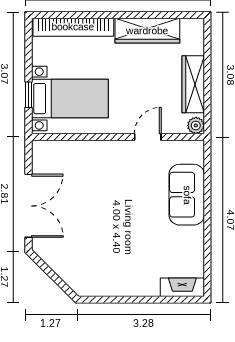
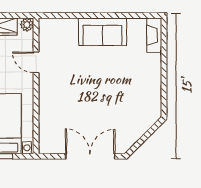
sofa: (187, 195) -> (102, 32), moved

